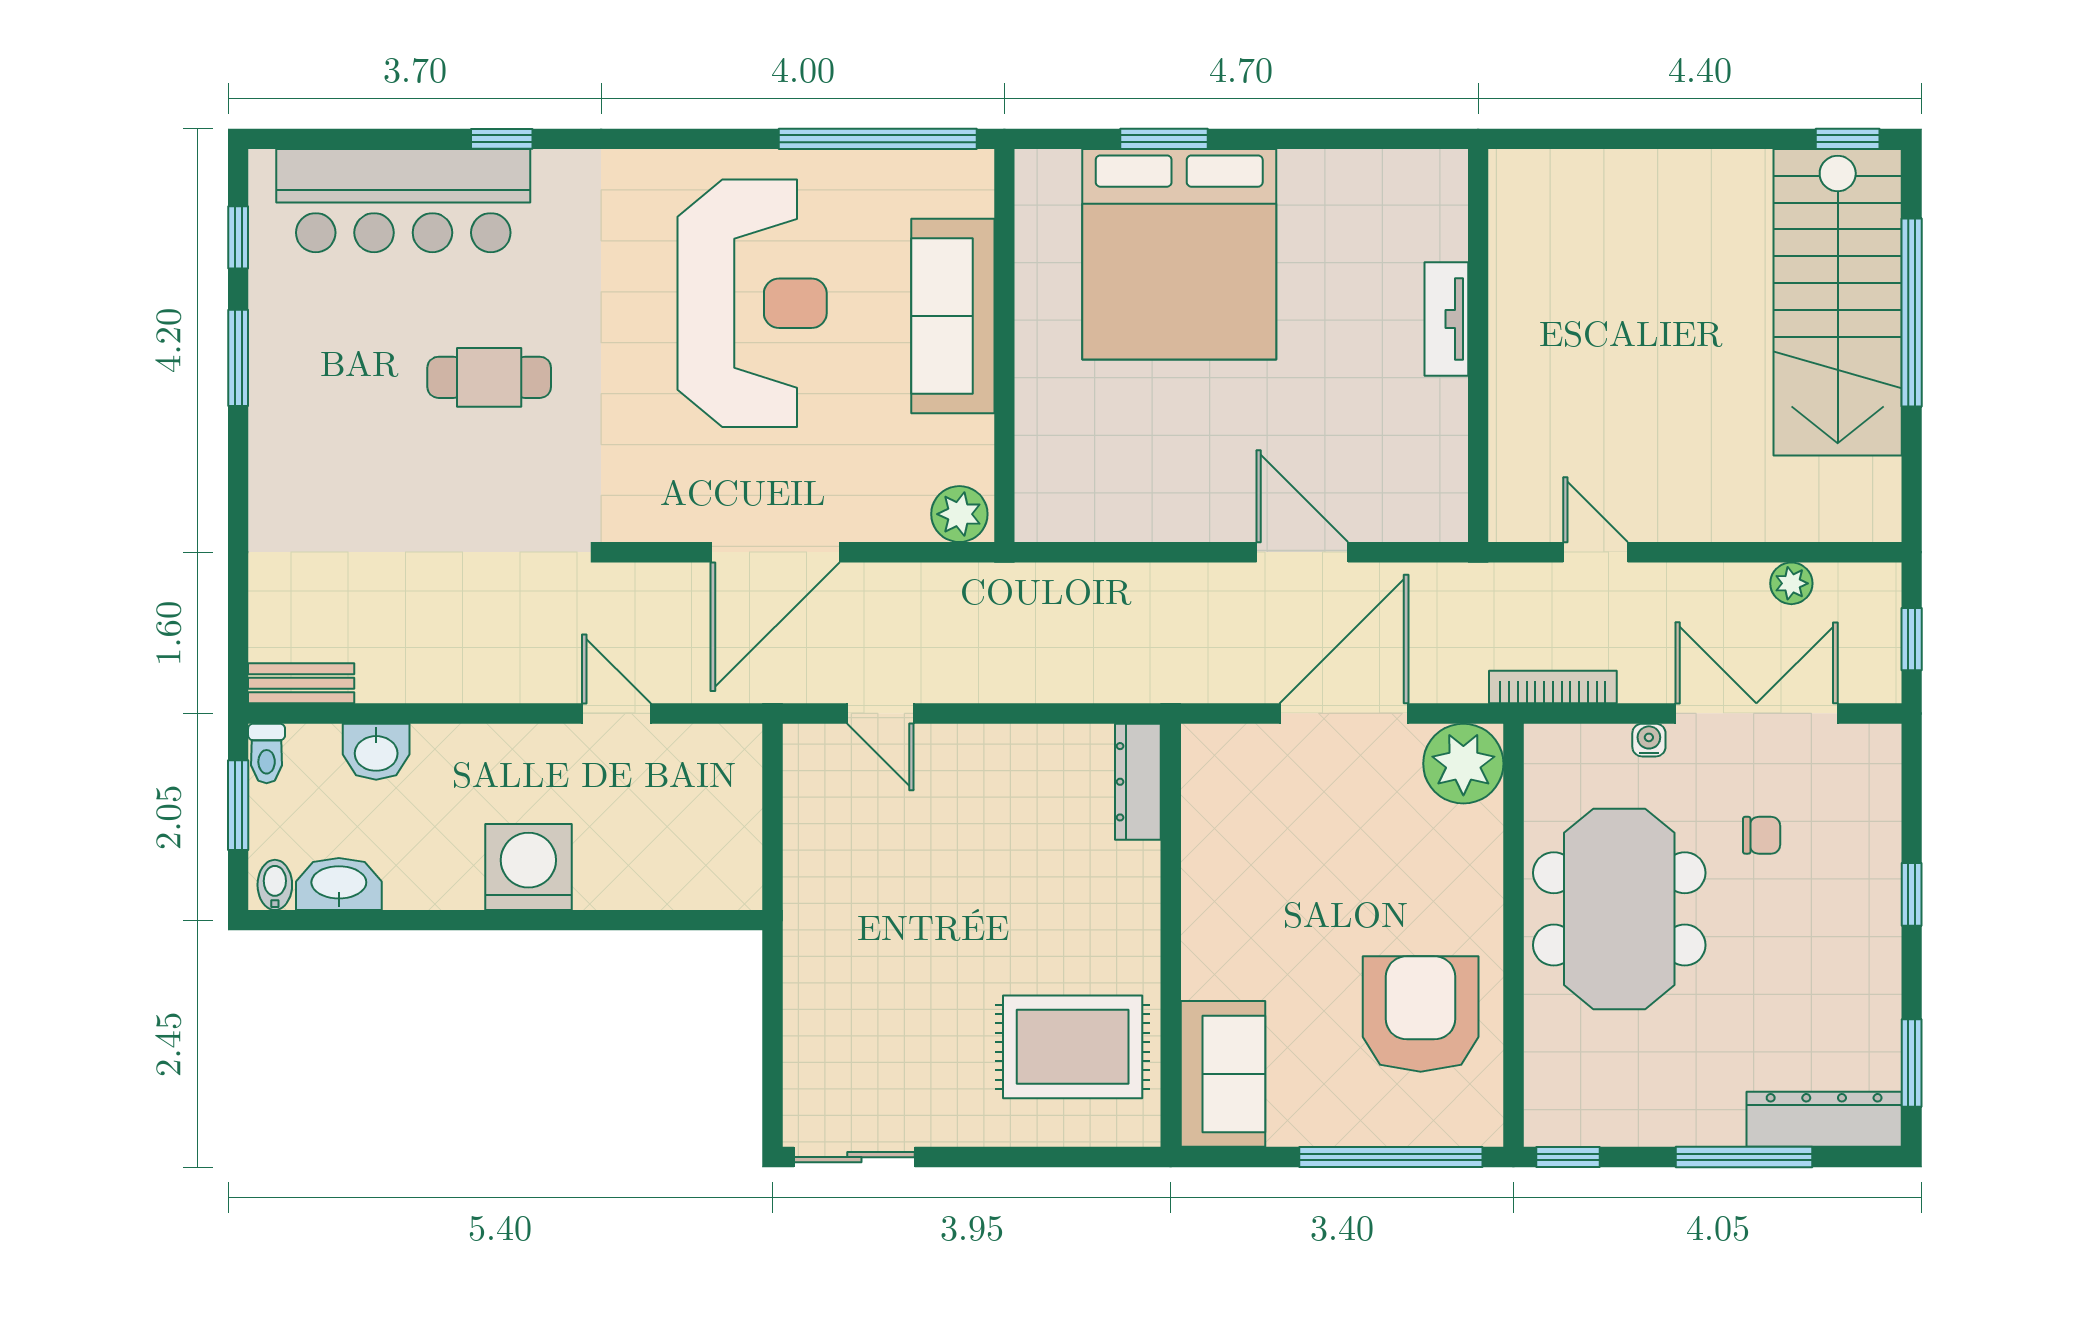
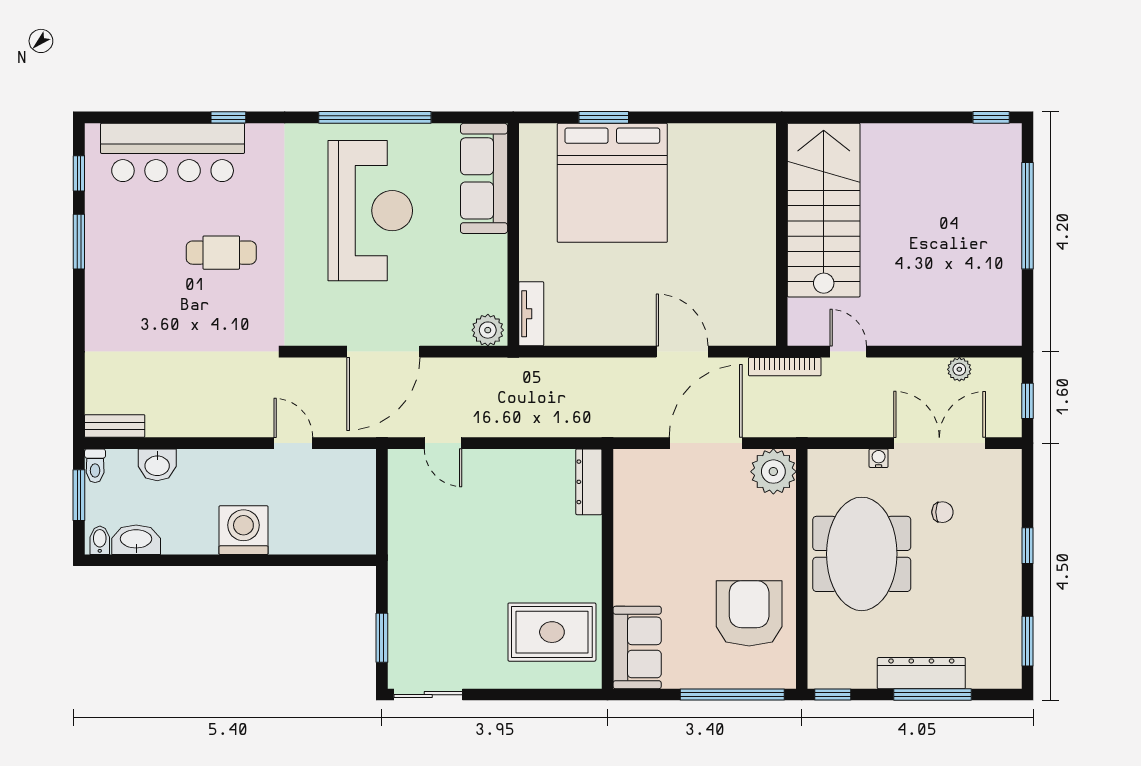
window: (878, 139) -> (375, 117), moved
stairs: (1838, 302) -> (824, 210), moved, turned 180
sofa: (953, 316) -> (484, 178), moved
tv unit: (1446, 319) -> (531, 314), moved, turned 180
bookcase: (1553, 687) -> (785, 367), moved, turned 180
window: (772, 1057) -> (382, 638), added
dresser: (1824, 1119) -> (921, 673), moved

